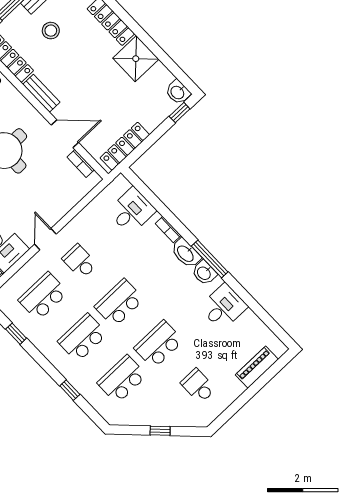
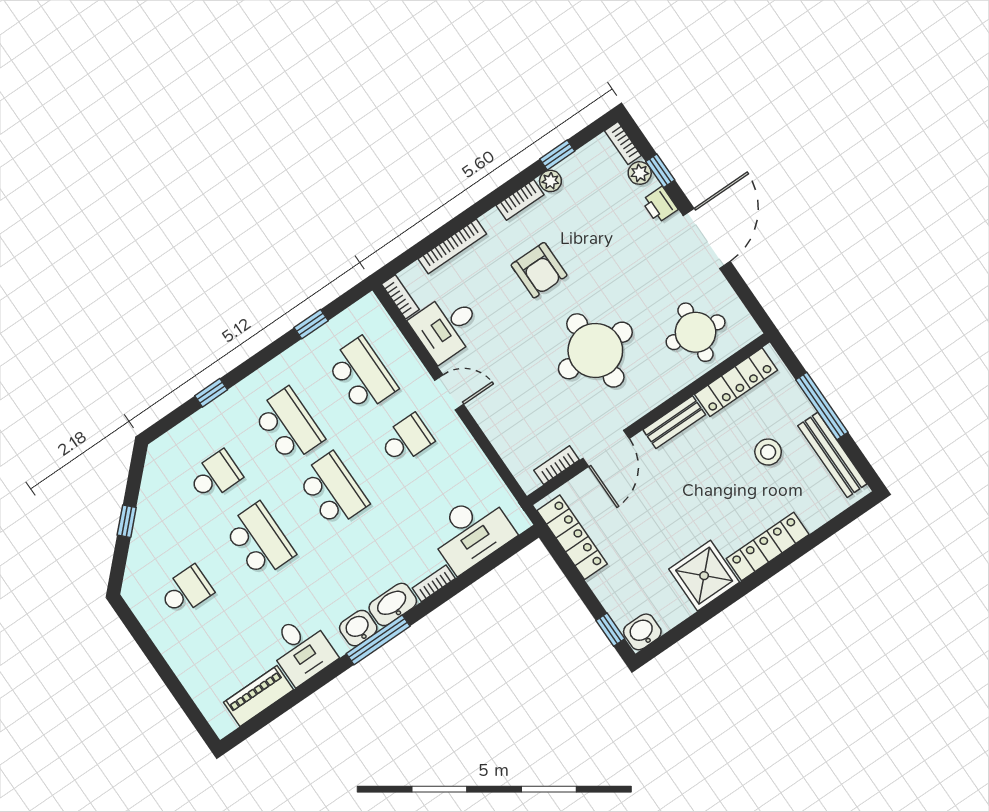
desk: (132, 211) -> (471, 532), width x1.37
piano: (257, 367) -> (259, 696), moved, turned -90
school desk: (122, 379) -> (215, 476), width x0.54

